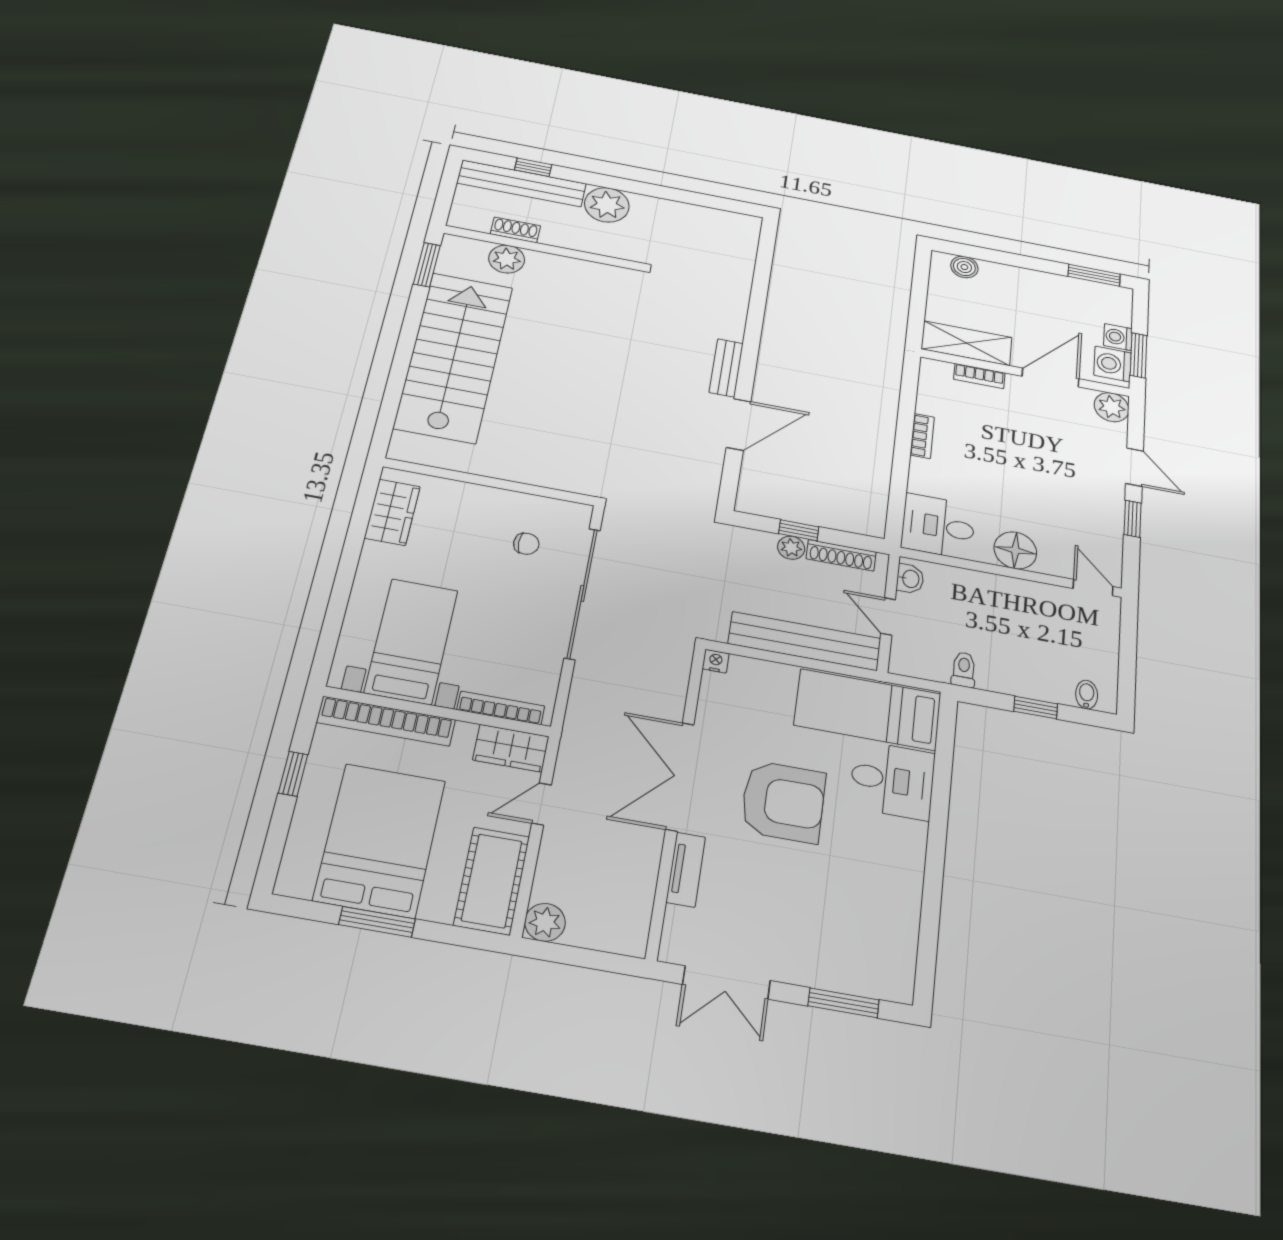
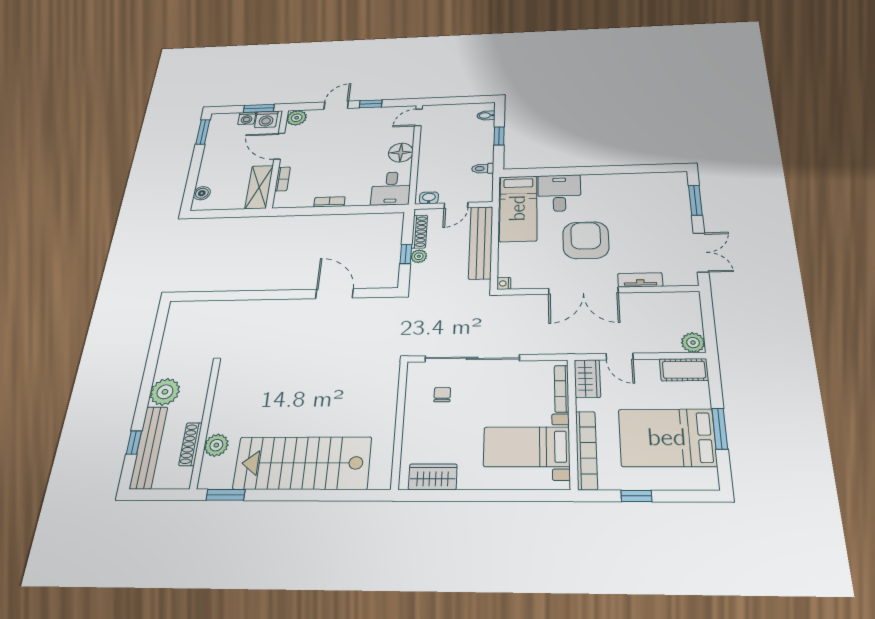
shoe rack: (515, 230) -> (190, 444), width x1.43
bench: (726, 368) -> (292, 306), removed
cot: (492, 881) -> (684, 370), width x0.73, depth x0.75

